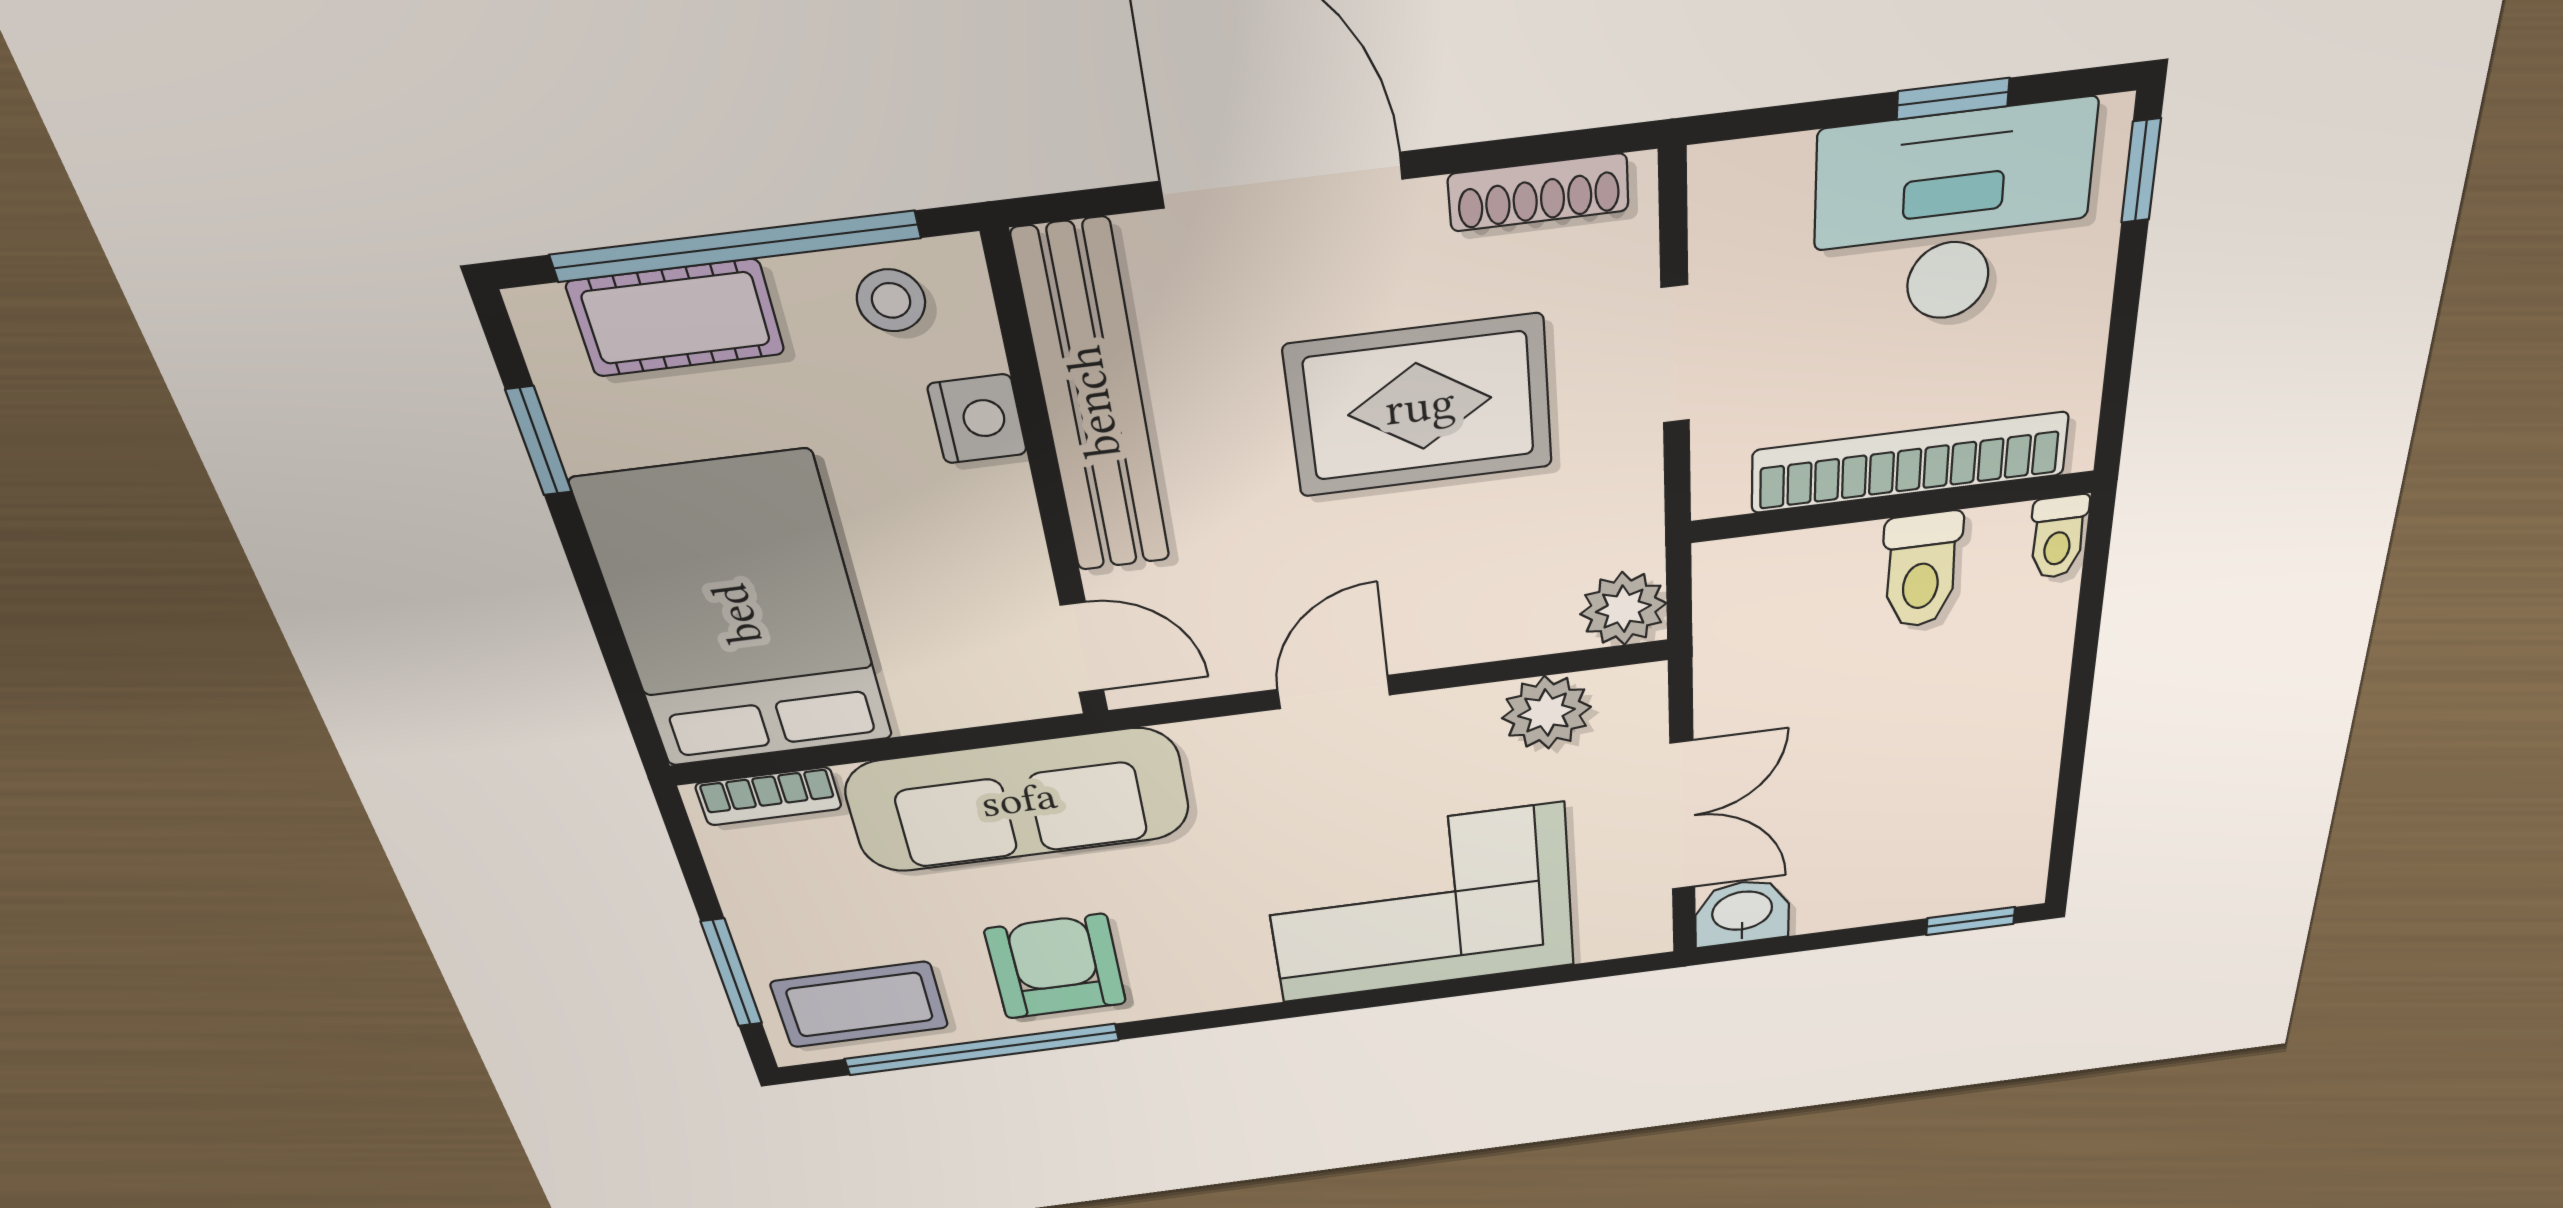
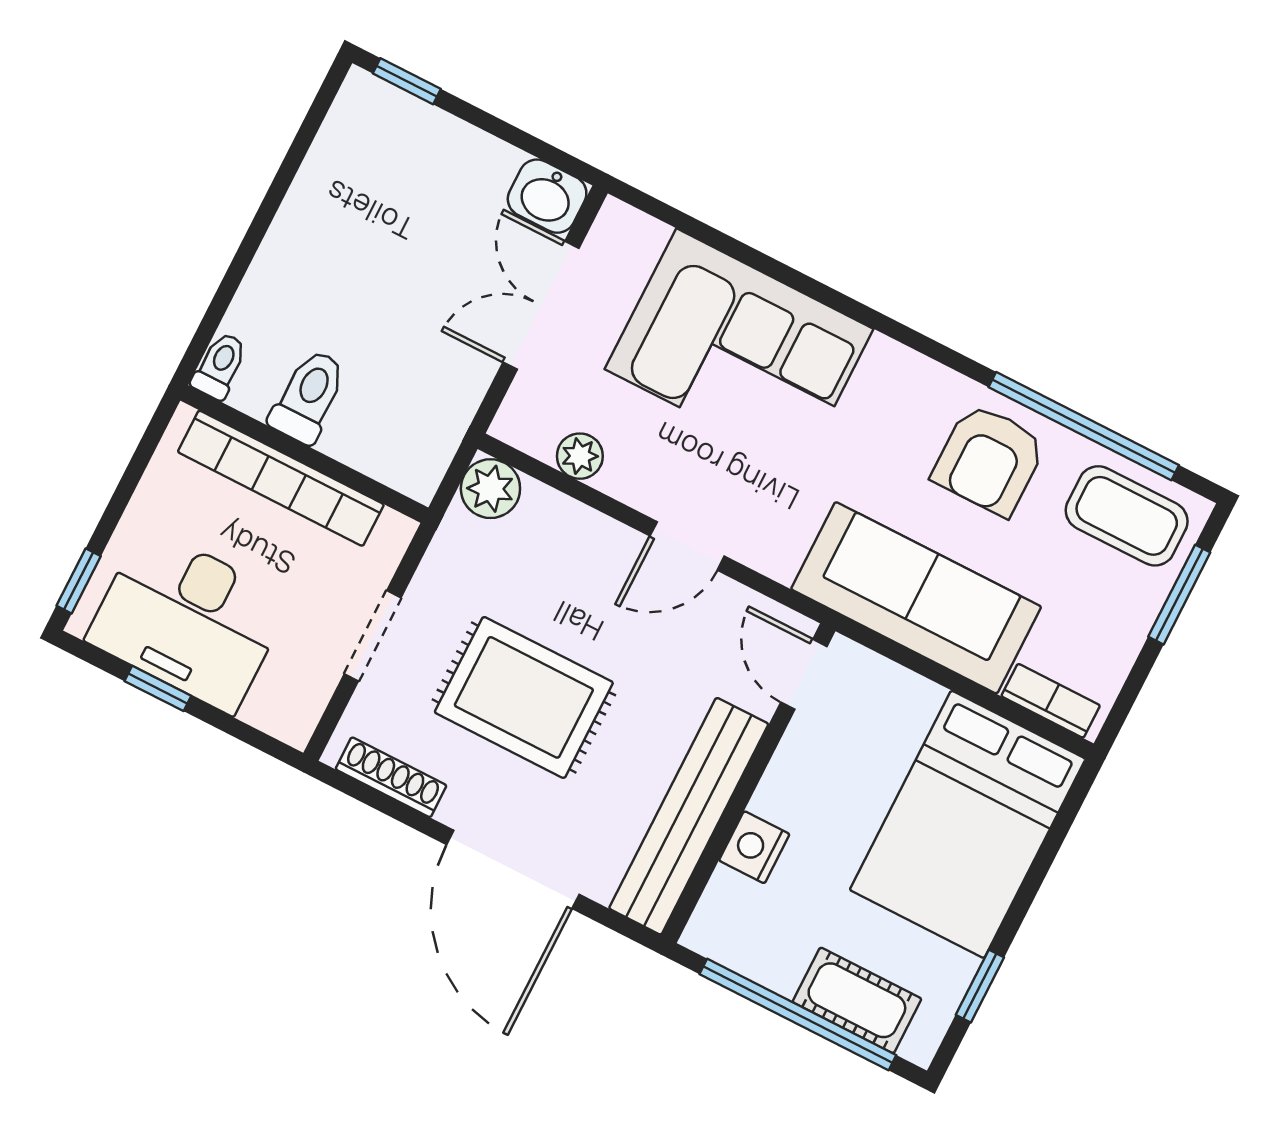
stool: (891, 300) -> (747, 938), removed
plant: (1546, 713) -> (580, 456), width x0.73, depth x0.73

